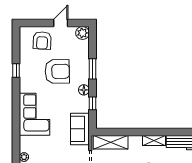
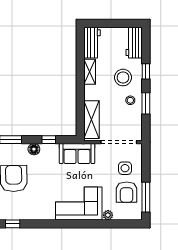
corner sofa: (34, 114) -> (79, 204), moved

